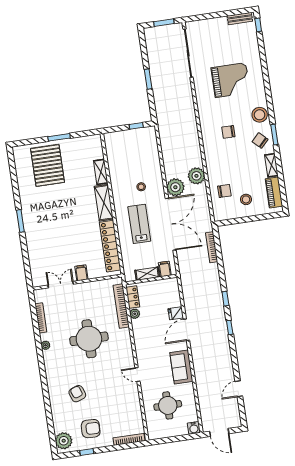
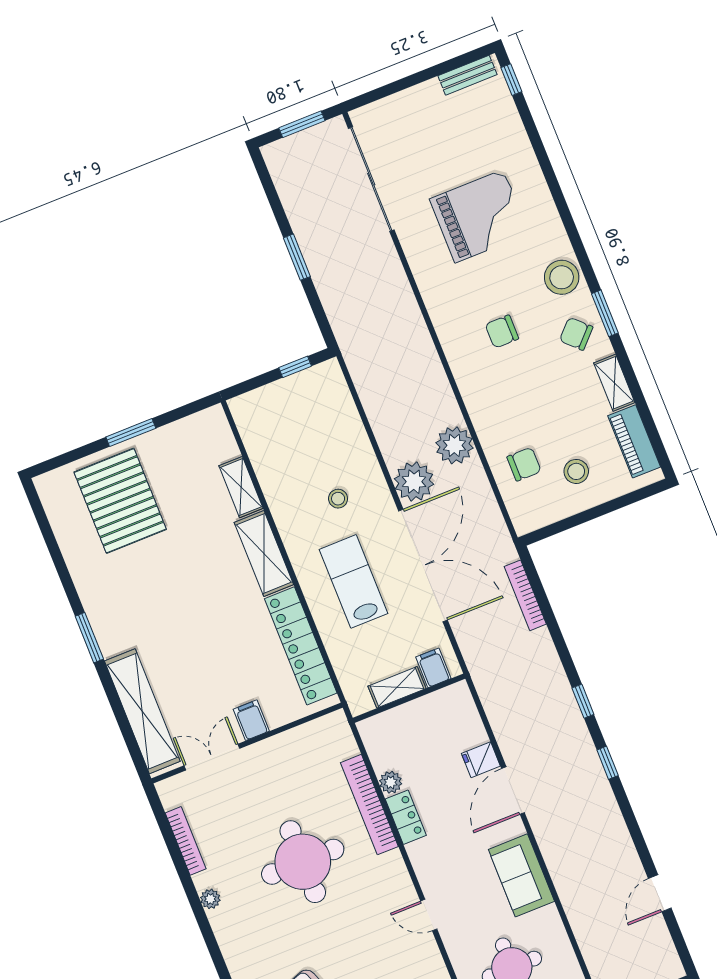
shelving: (36, 258) -> (142, 711), added
locker: (133, 297) -> (406, 817), moved
bookcase: (121, 306) -> (369, 805), moved

